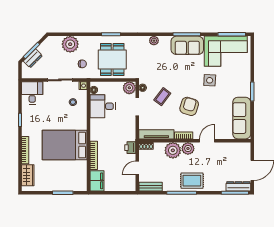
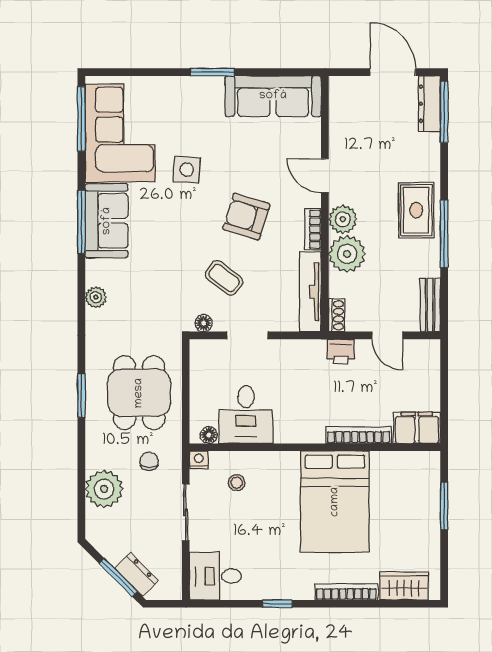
dining table: (112, 60) -> (139, 393), turned 90
plant: (129, 88) -> (204, 354), removed

